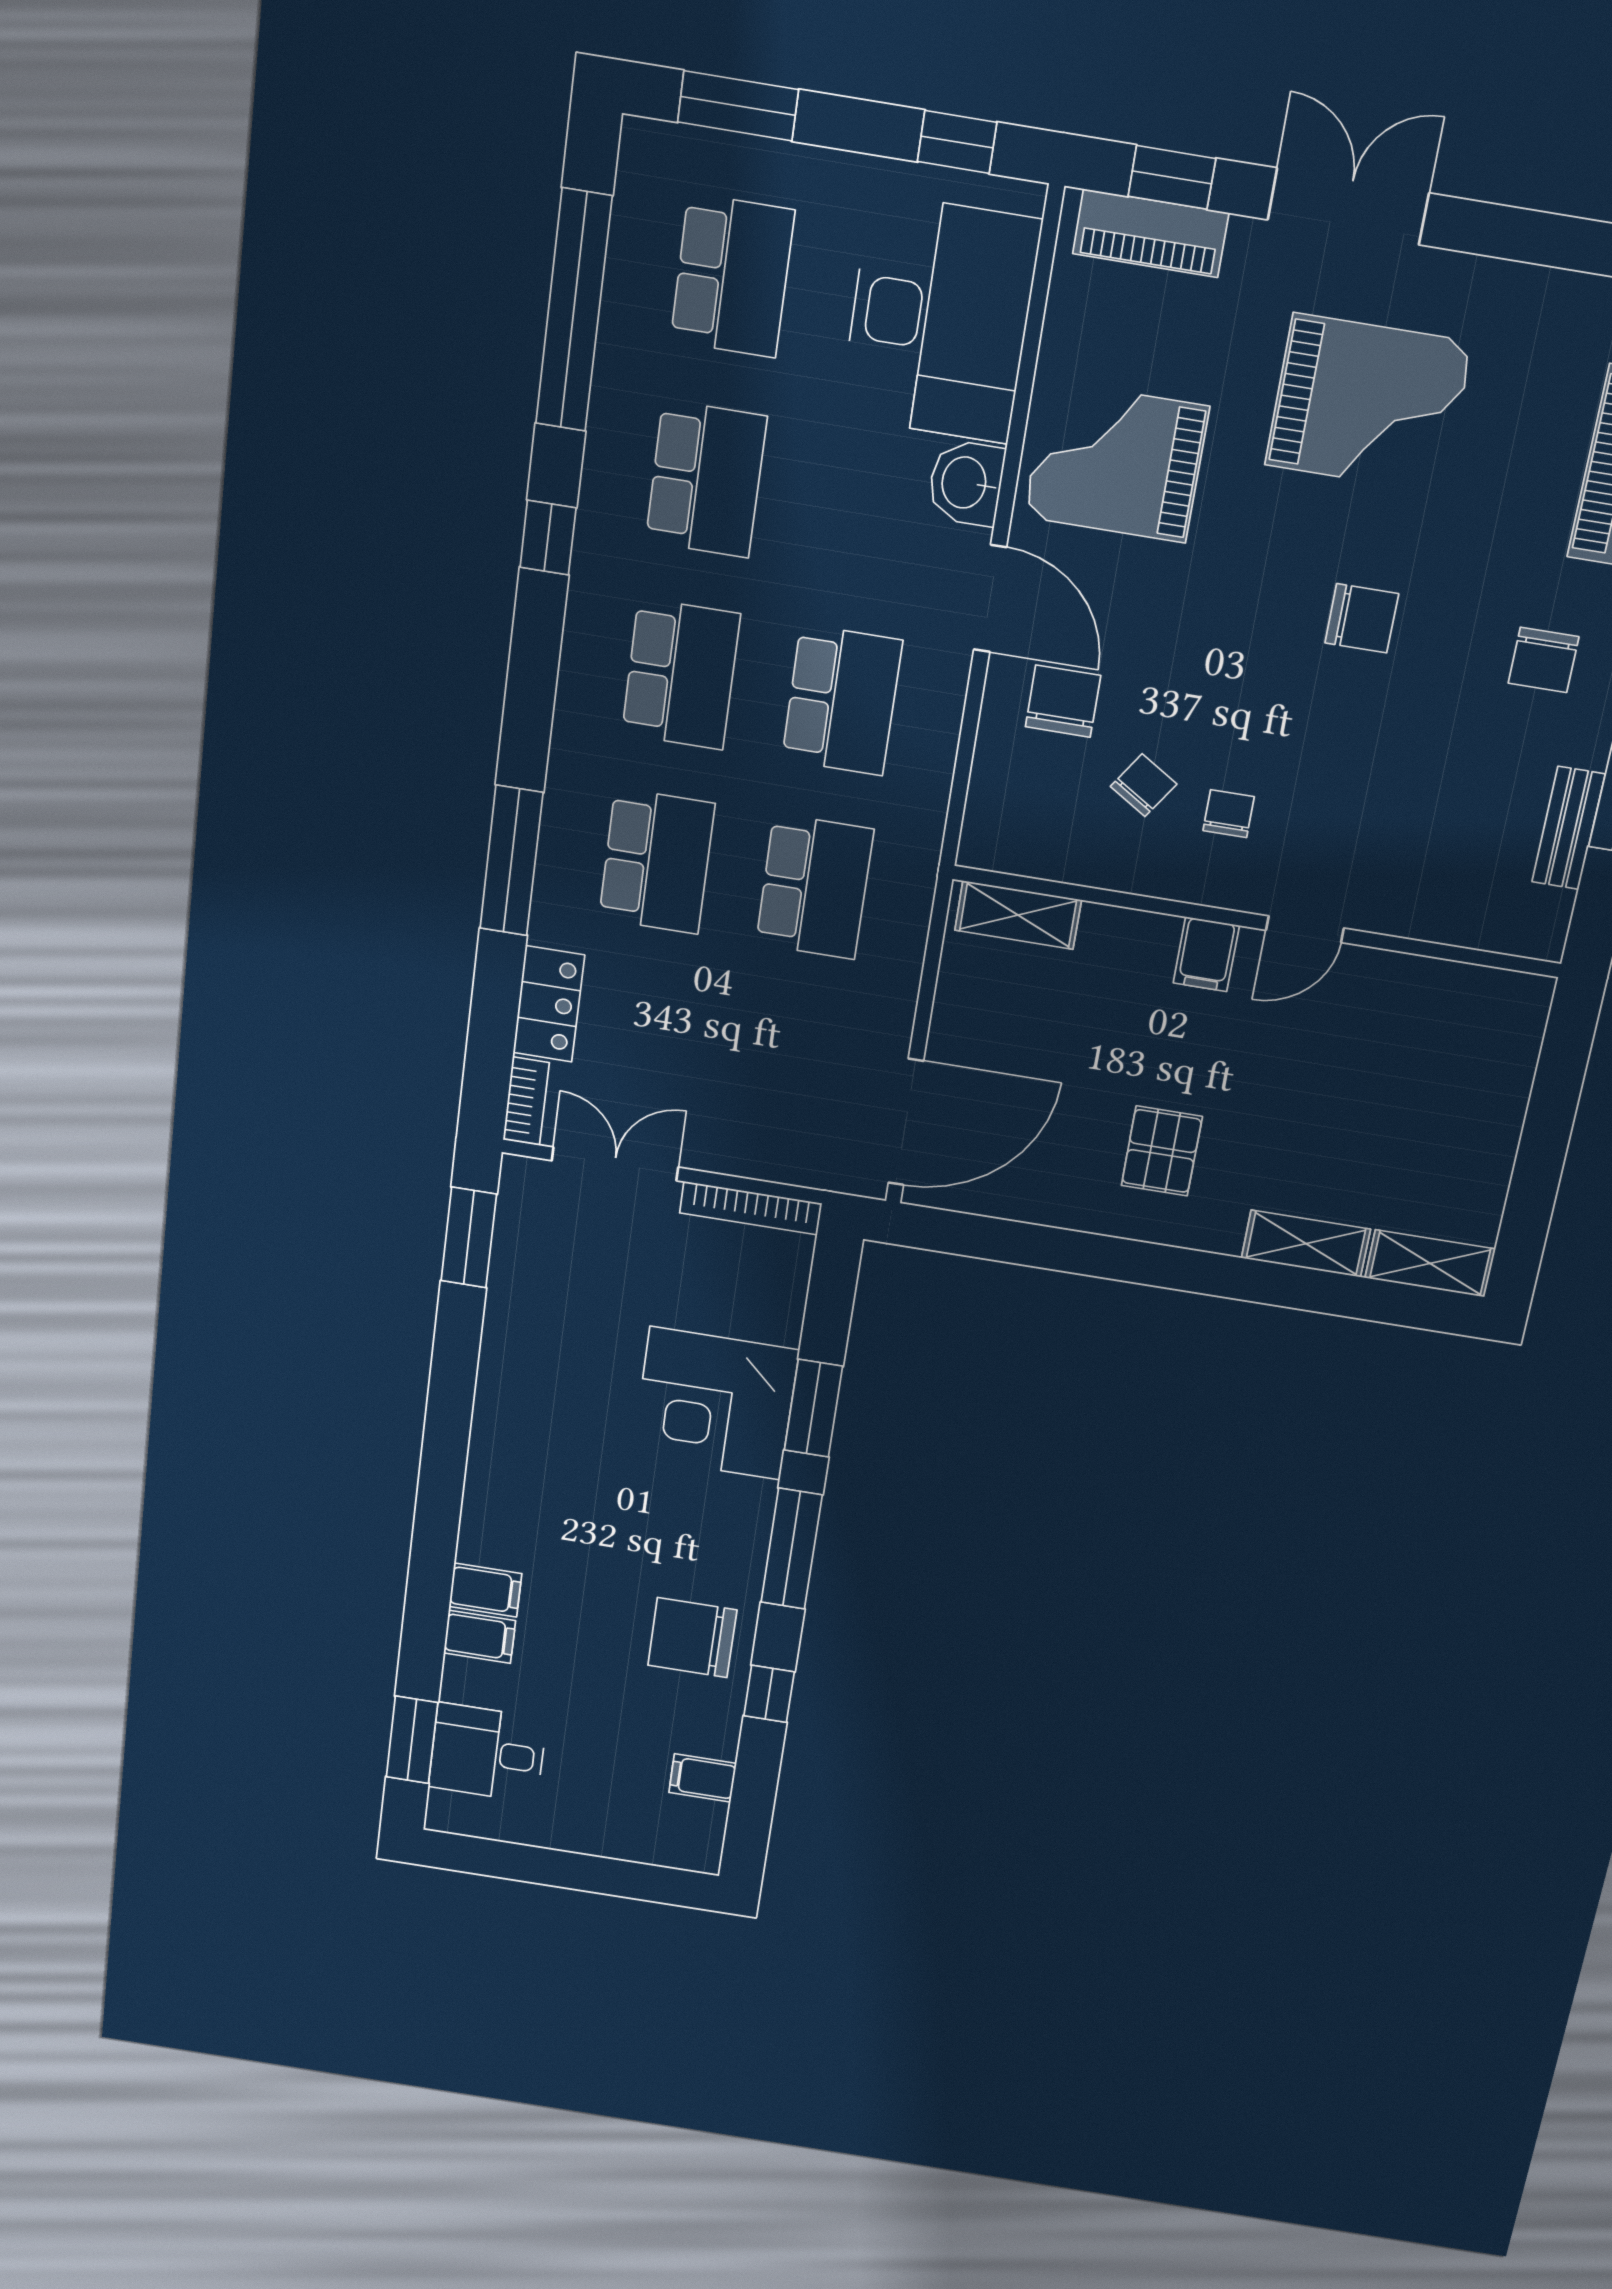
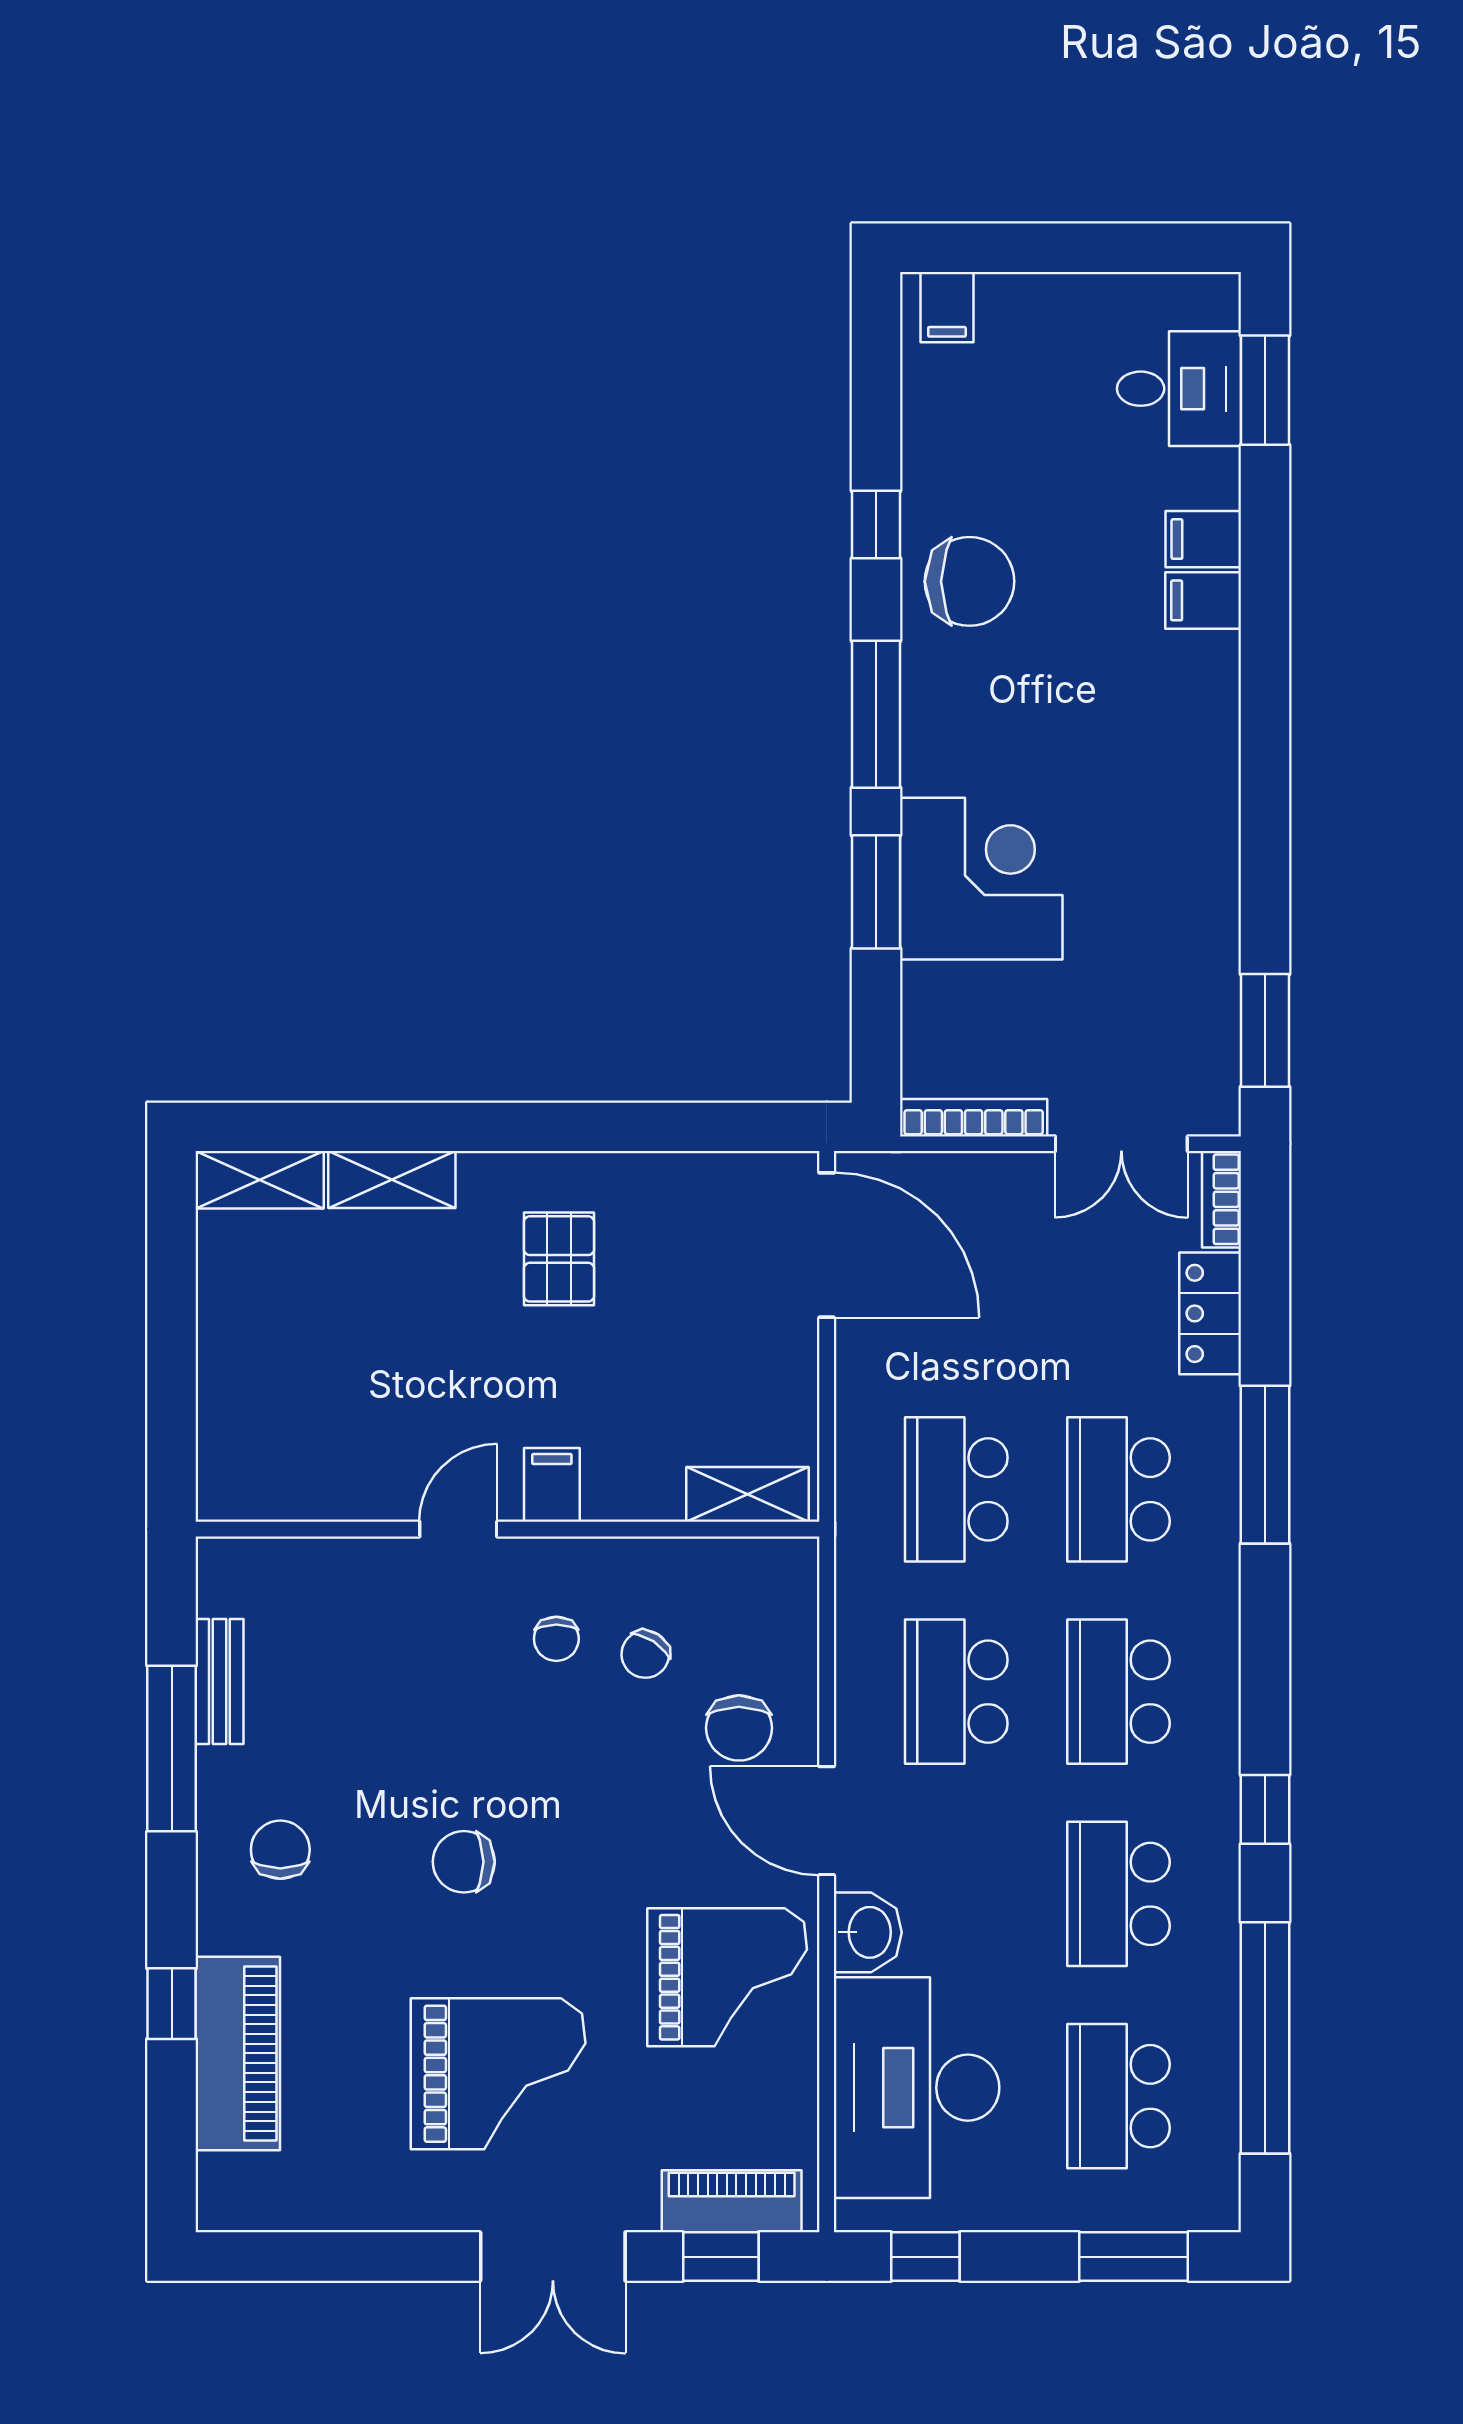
grand piano: (1368, 404) -> (498, 2074), turned 180
door: (906, 1122) -> (827, 1245), swing flipped
filing cabinet: (703, 1778) -> (947, 307), moved, turned 90

